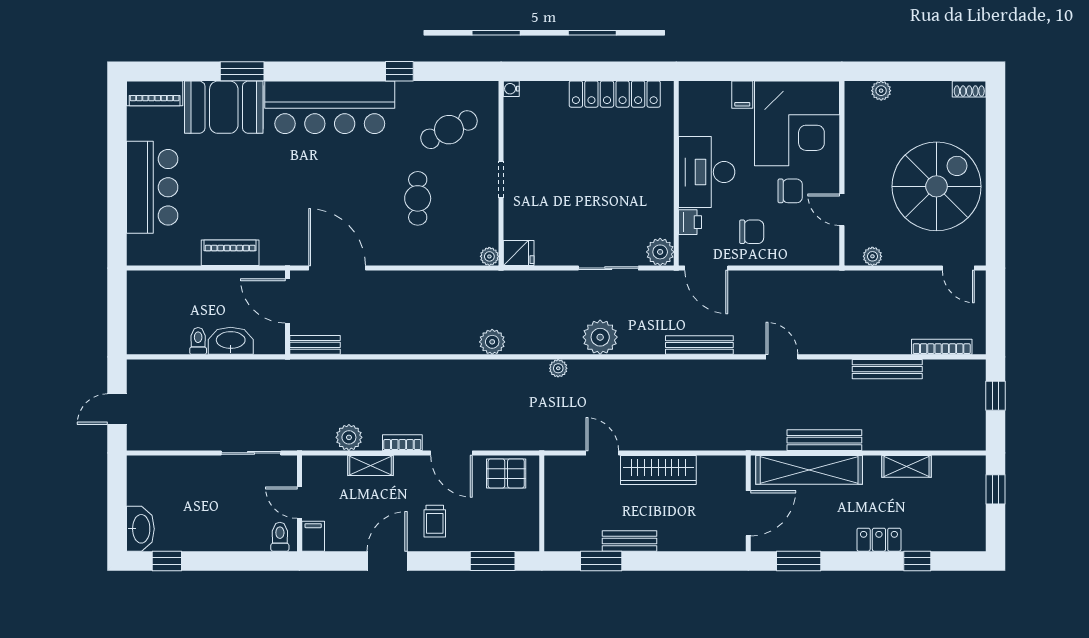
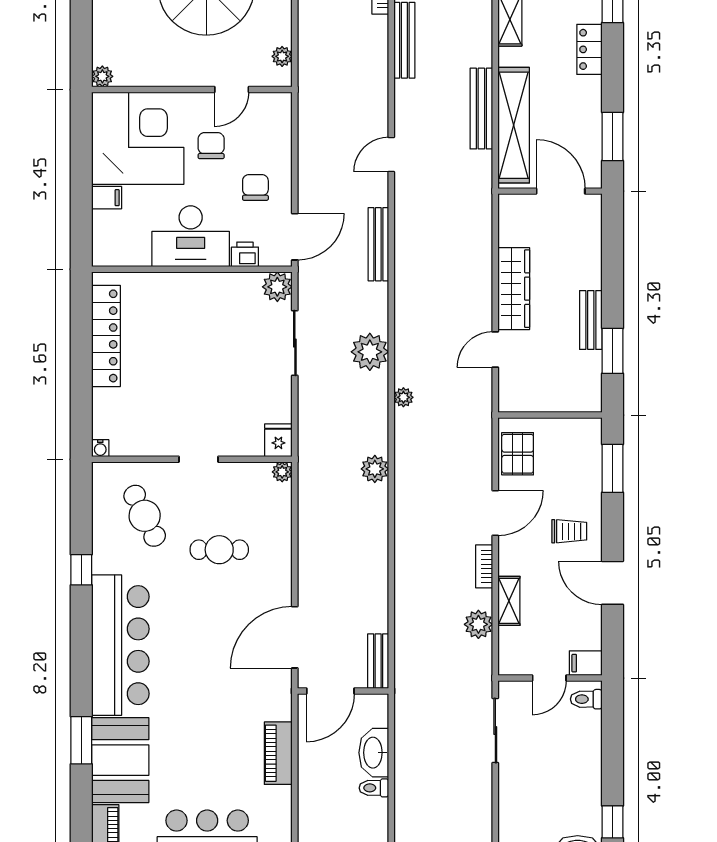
plant: (881, 91) -> (102, 76), moved

